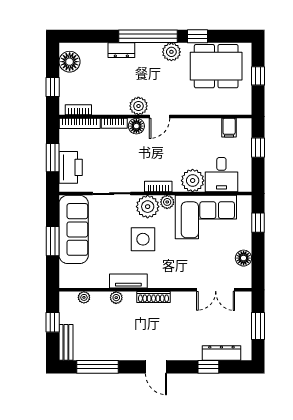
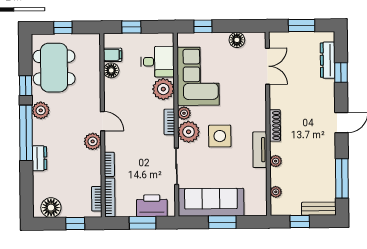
floor lamp: (136, 126) -> (111, 70), moved

